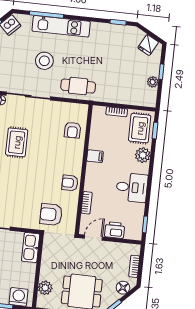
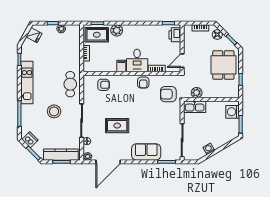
kitchen unit: (61, 26) -> (27, 82), moved
desk: (132, 187) -> (137, 60), moved, turned 180
armchair: (51, 214) -> (168, 94), turned 90
printer: (115, 230) -> (175, 35), moved
door: (93, 238) -> (182, 61), hinge flipped
plant: (45, 288) -> (197, 93), moved

